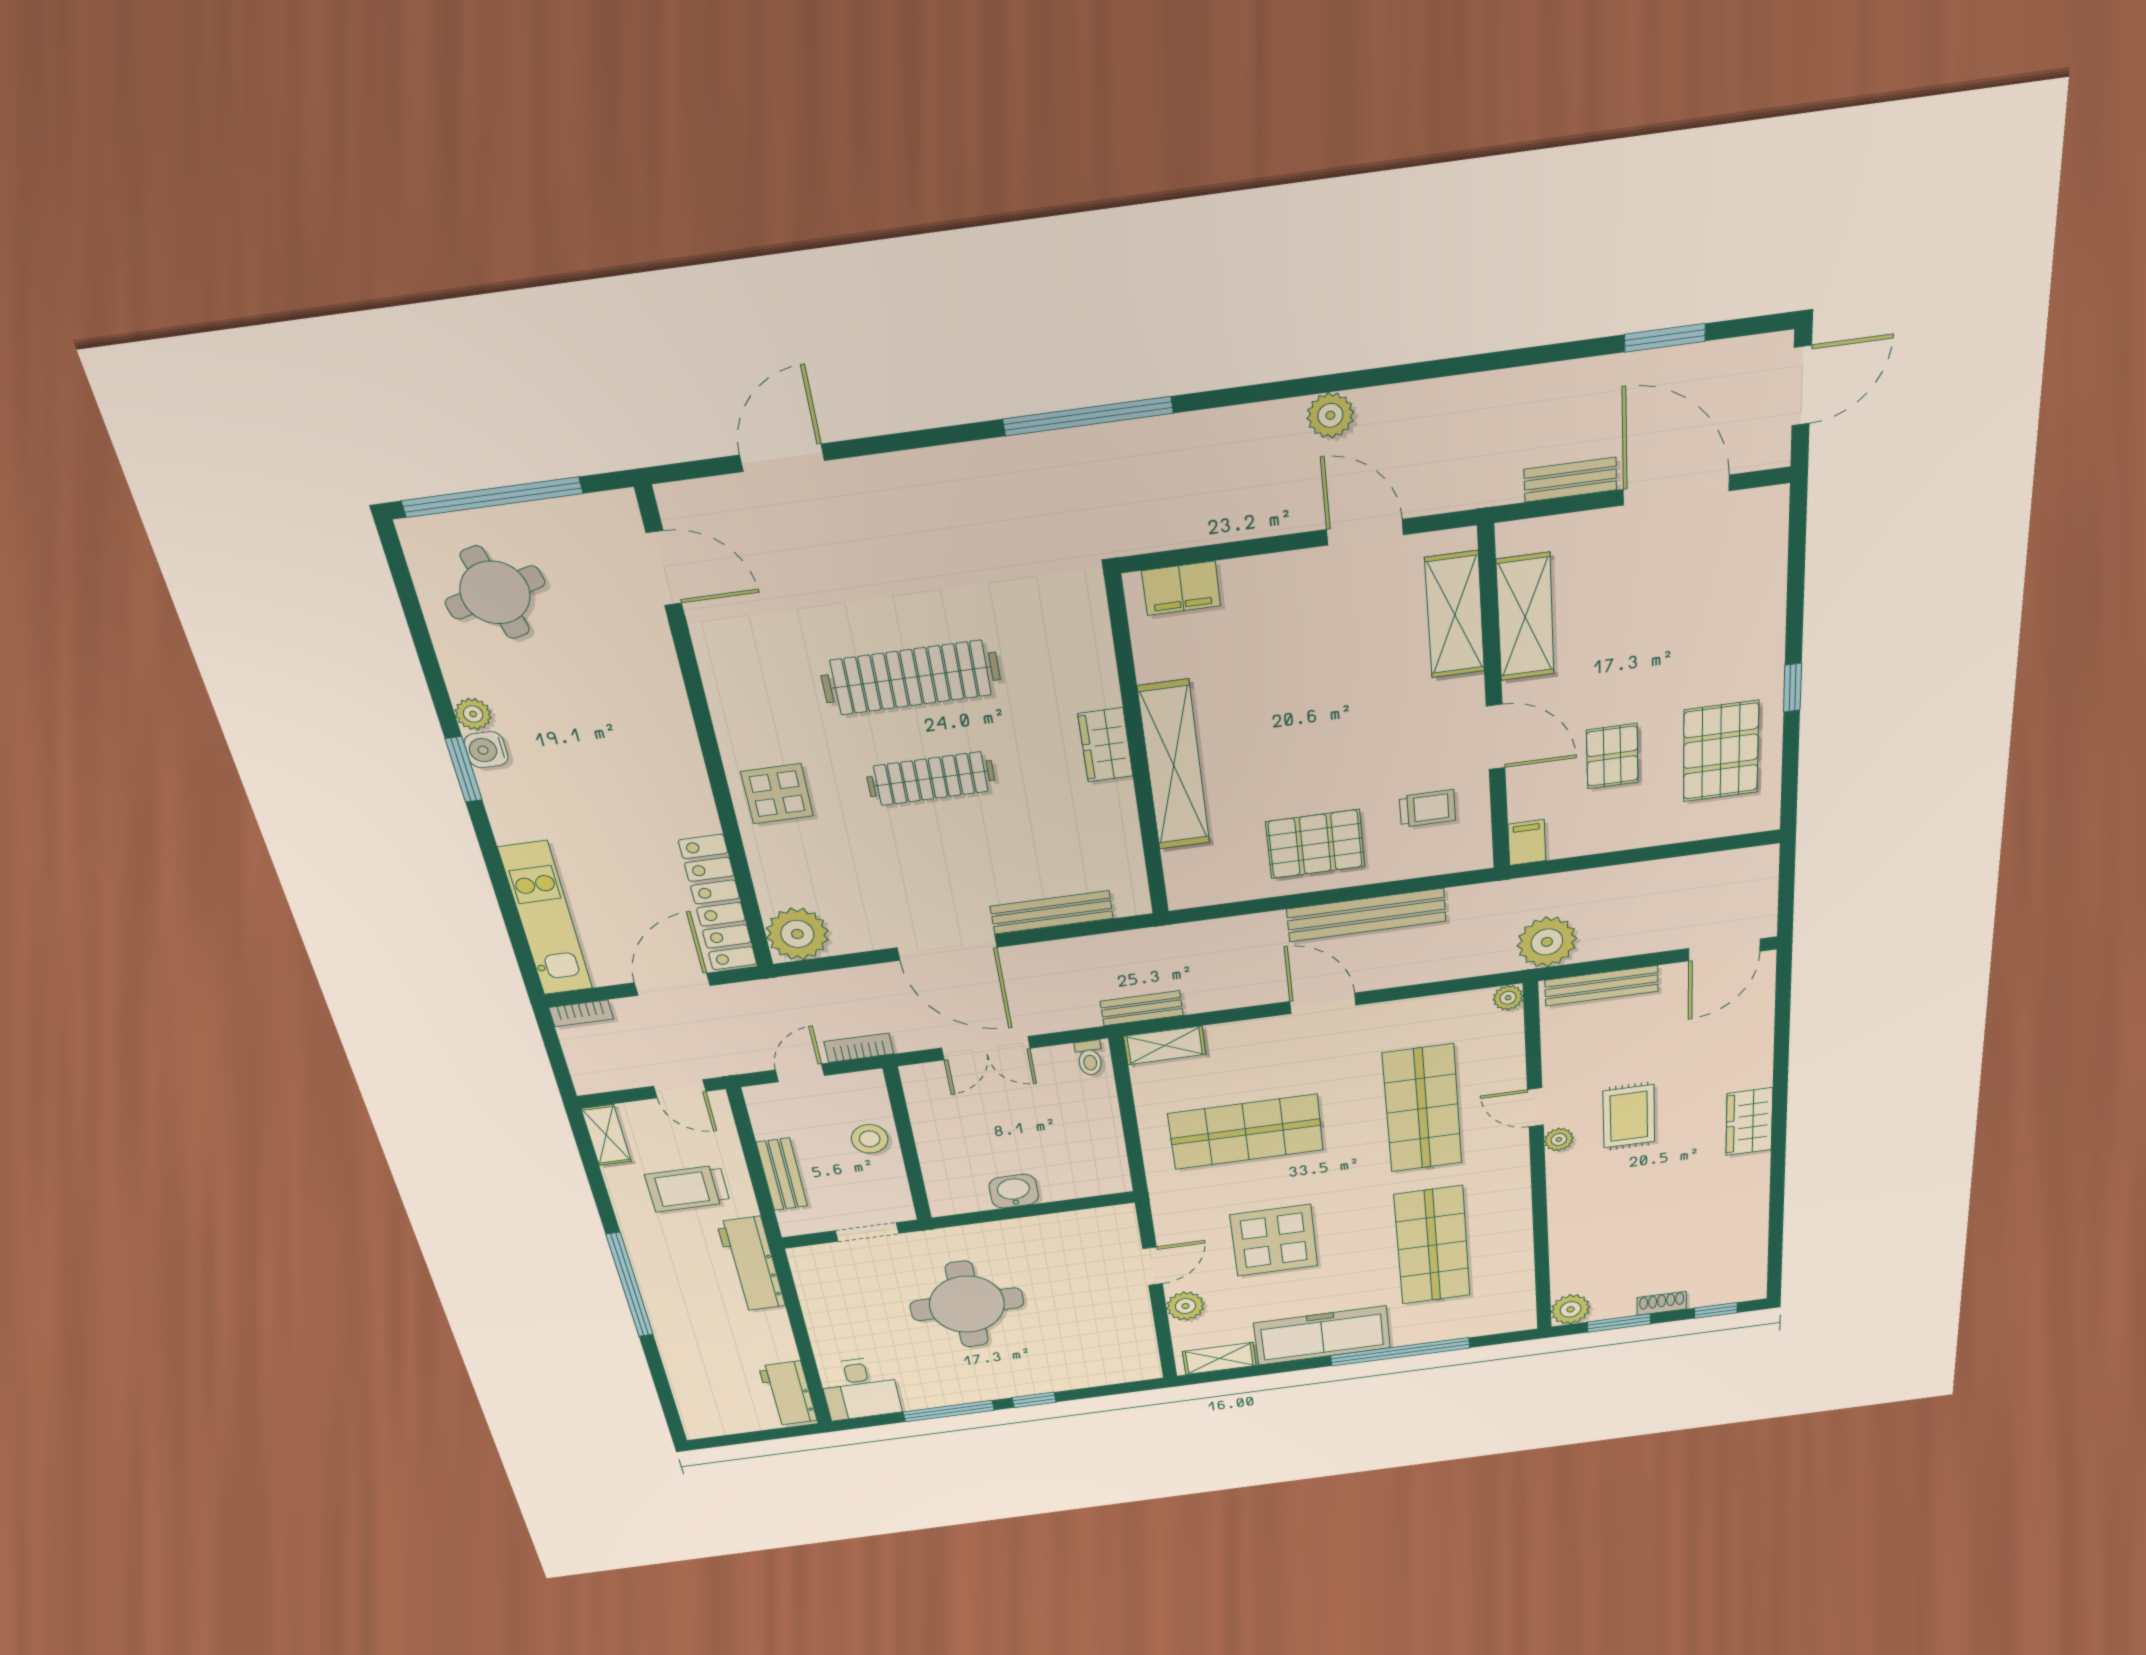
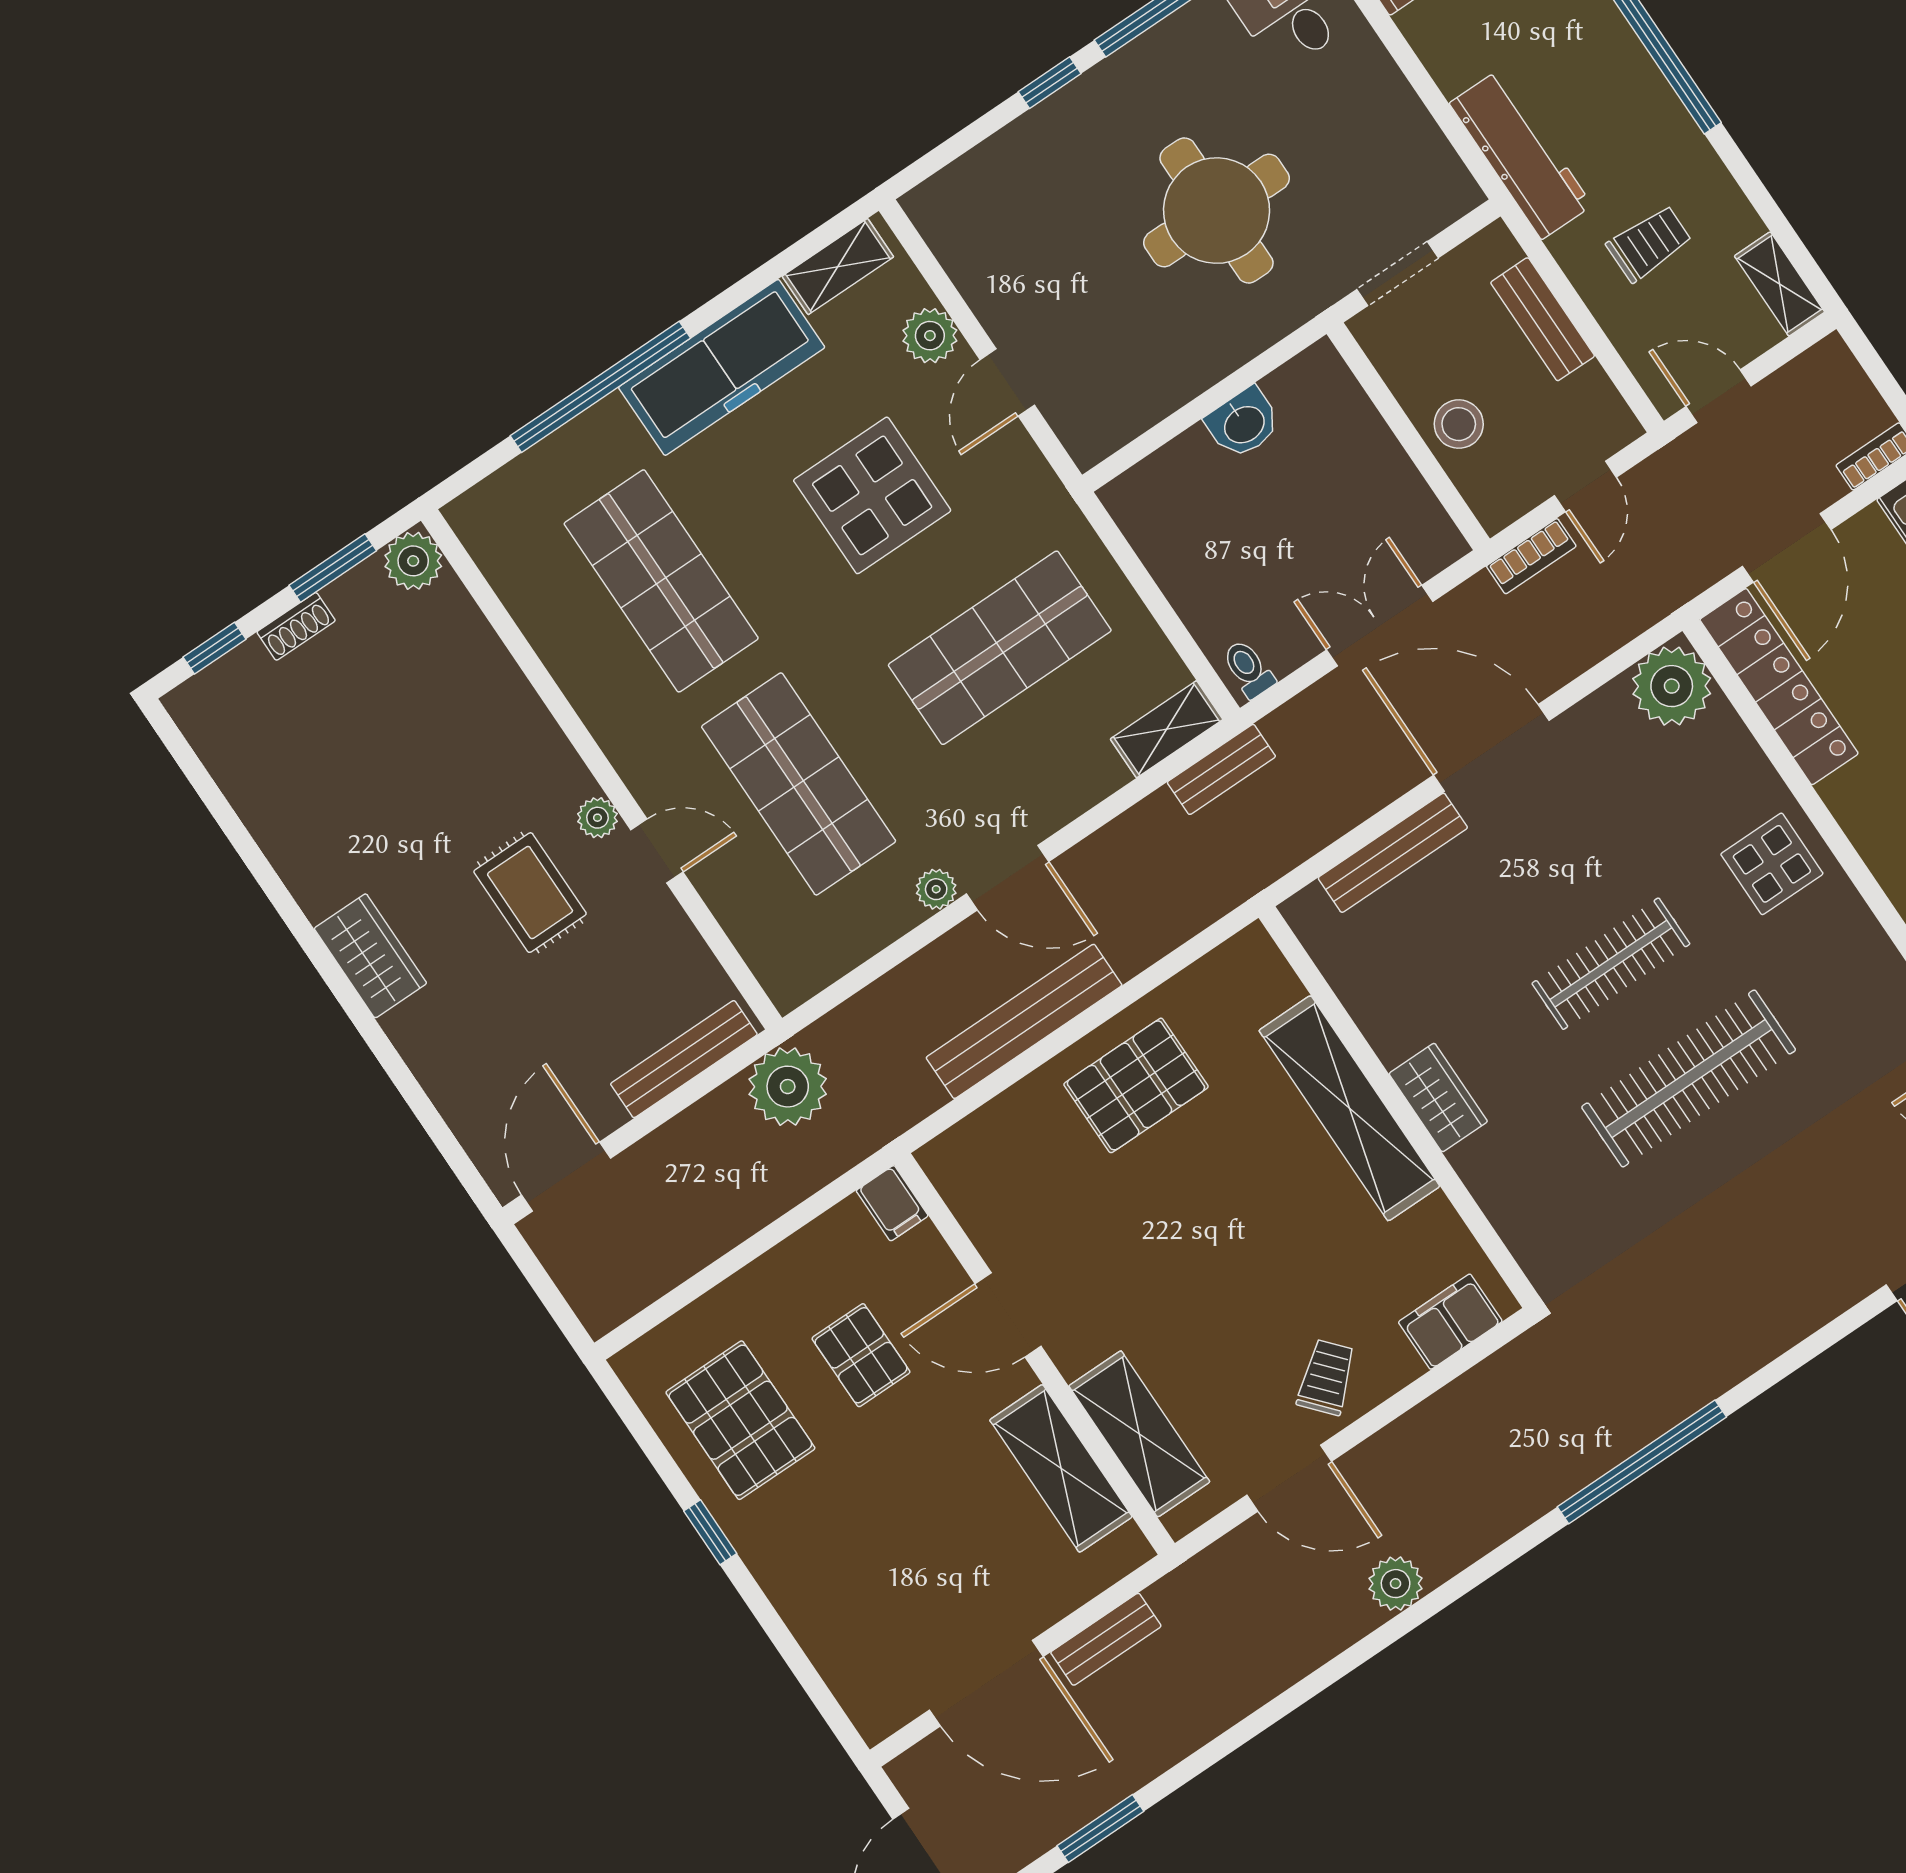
trolley: (1427, 808) -> (1326, 1377), moved, turned 139
plant: (1508, 998) -> (936, 889), moved
trolley: (687, 1189) -> (1649, 243), width x0.73, depth x0.72

